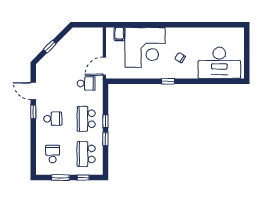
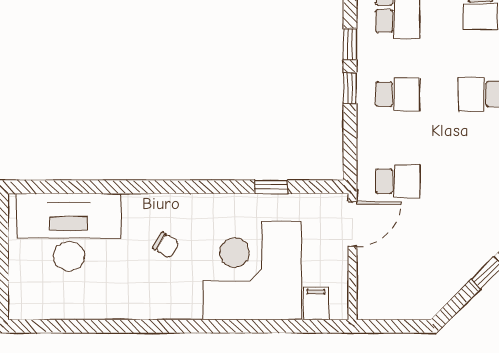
window: (168, 81) -> (271, 187), moved
school desk: (86, 84) -> (398, 181), turned 180
school desk: (86, 119) -> (398, 94), width x0.54

